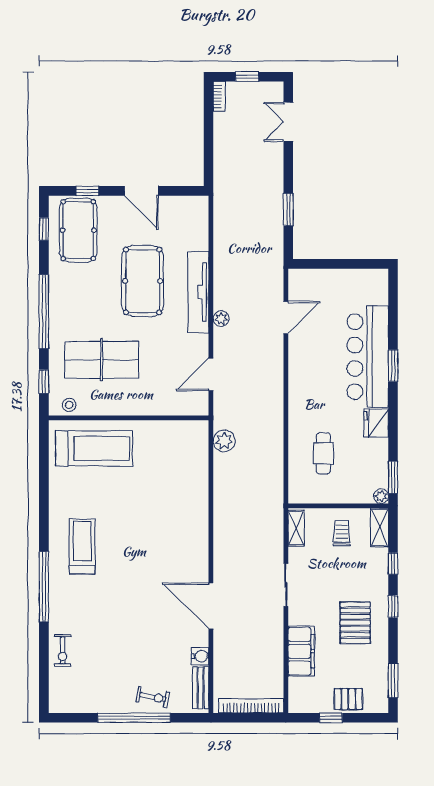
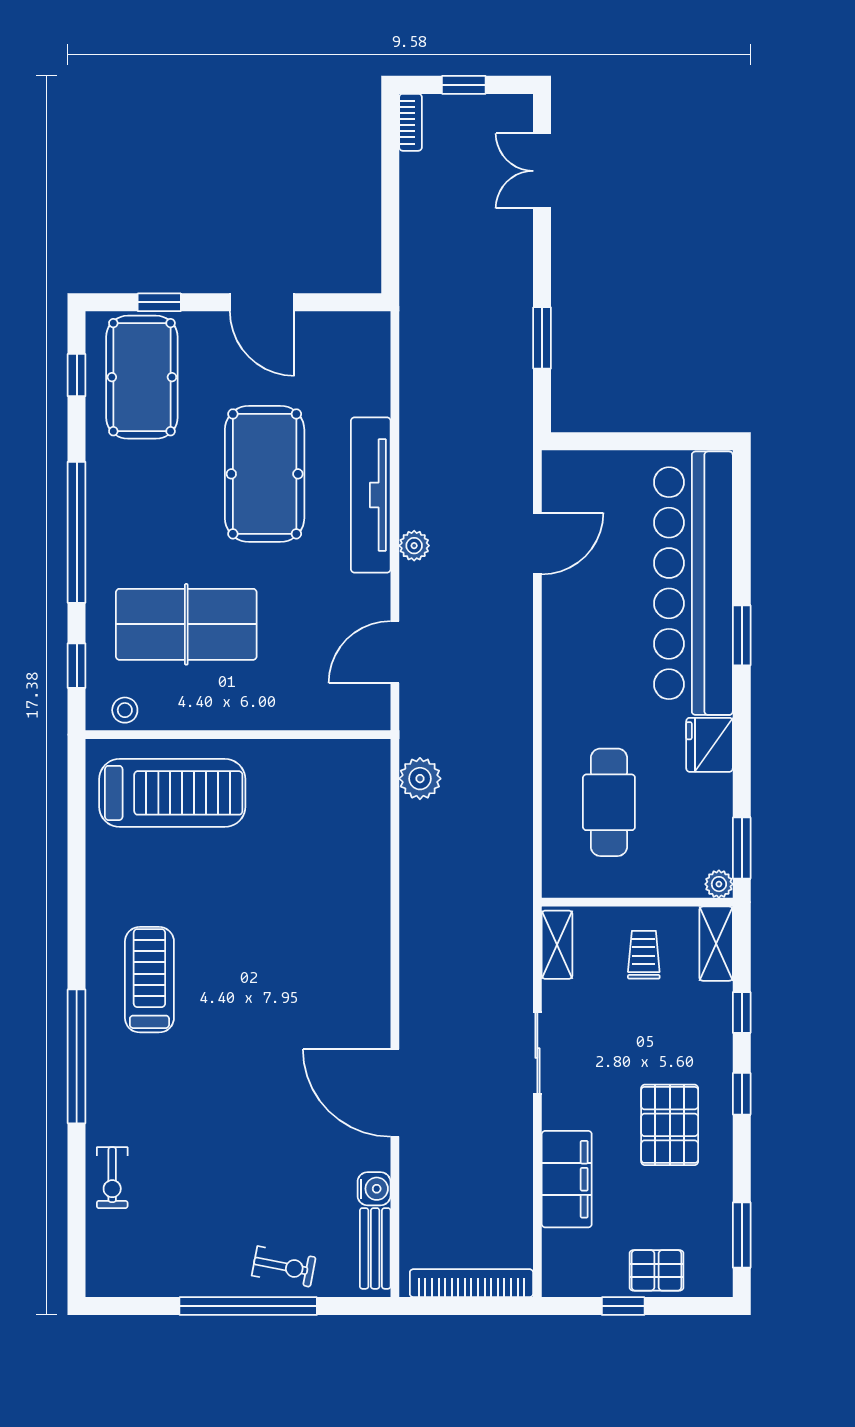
bar counter: (368, 357) -> (693, 583), width x1.36
cafe table: (323, 453) -> (609, 802), width x1.37, depth x1.35

